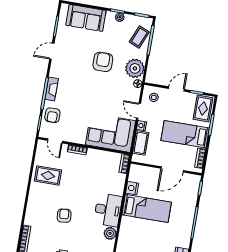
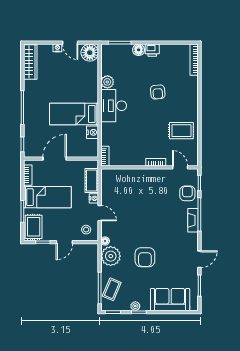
corner sofa: (111, 133) -> (124, 186), removed

